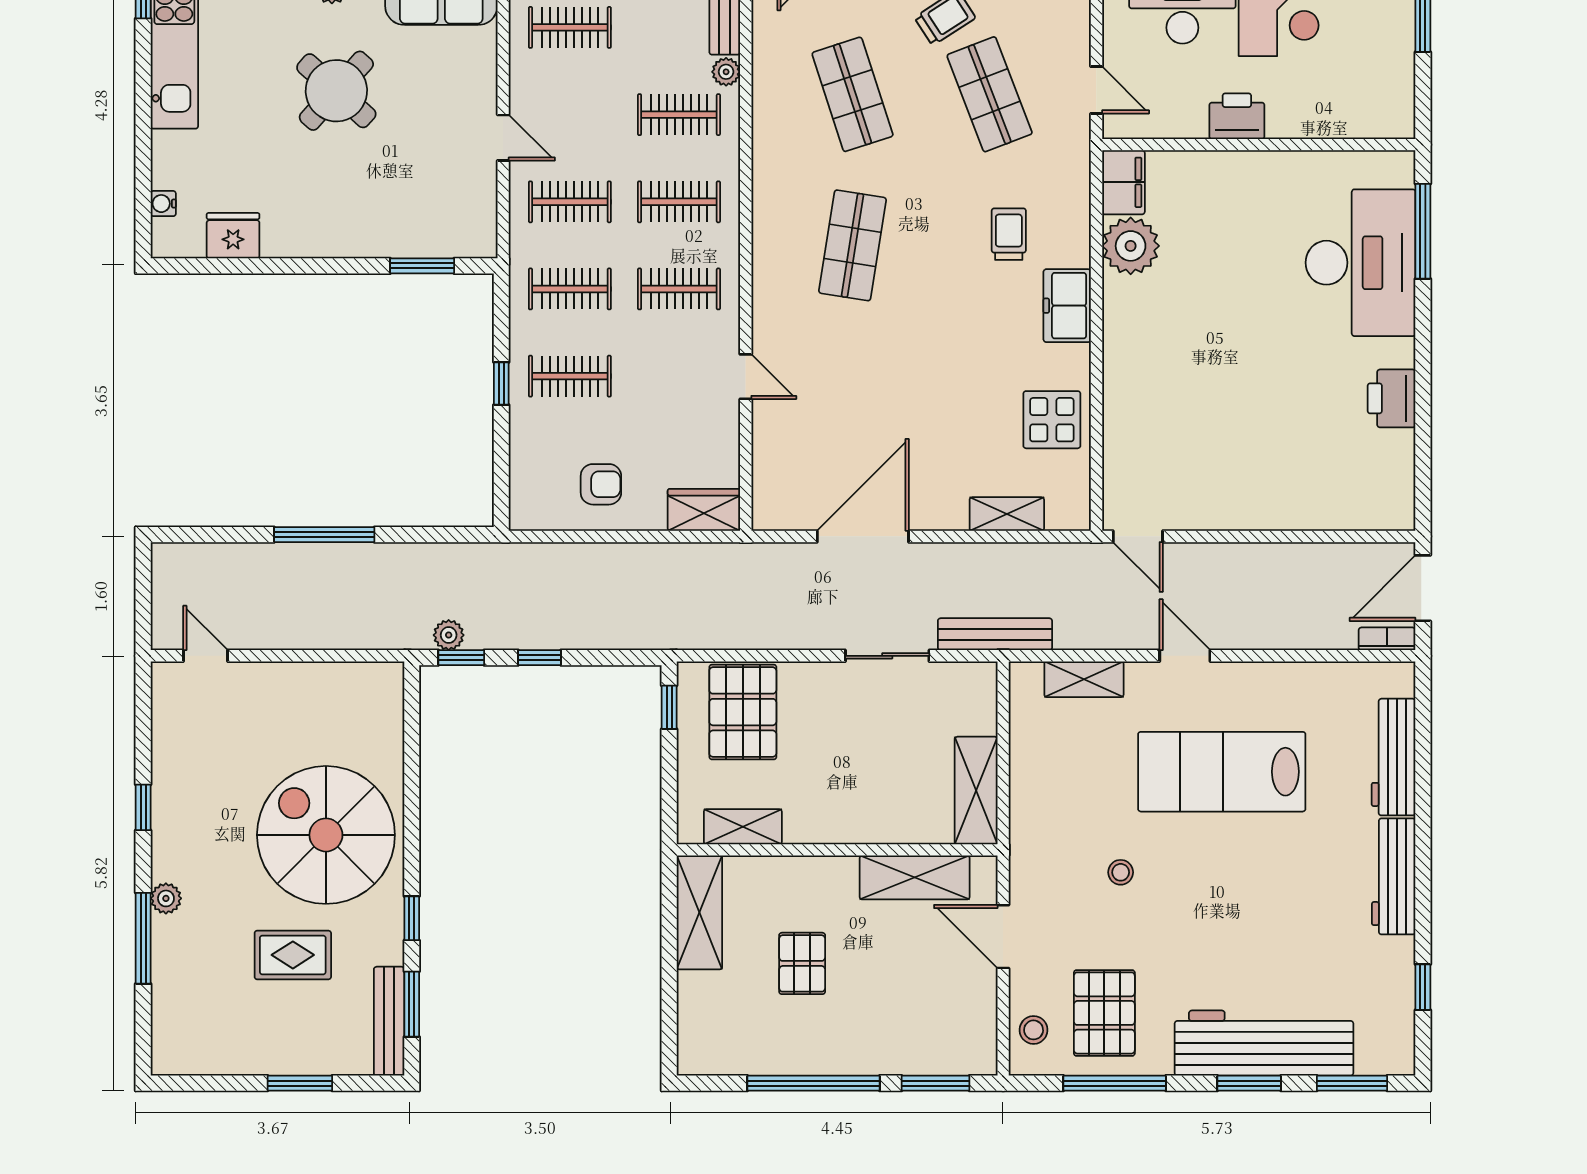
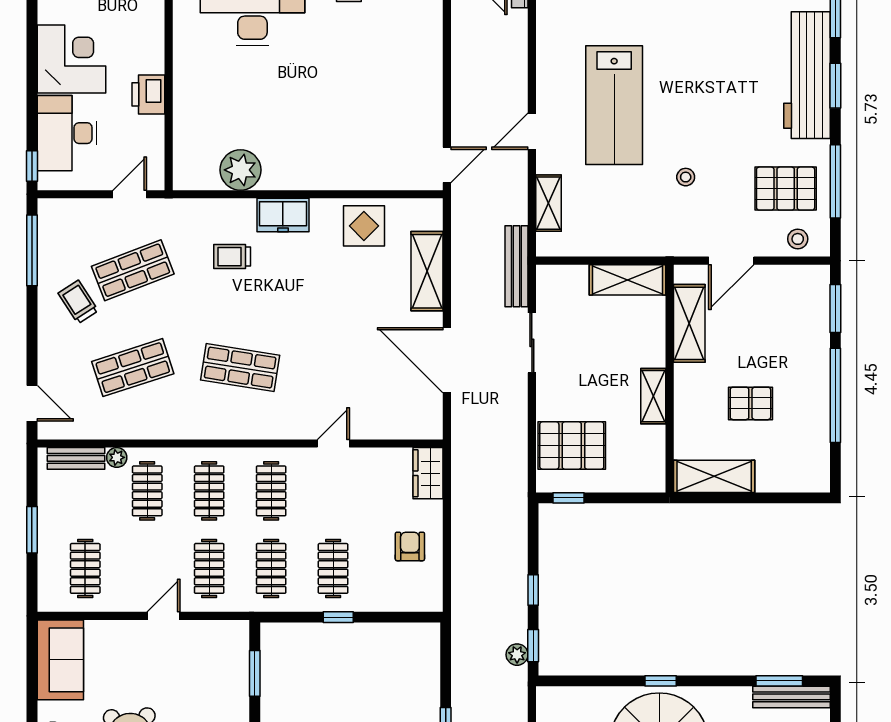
filing cabinet: (1123, 182) -> (195, 175), removed
shelving: (1007, 514) -> (427, 271), width x1.50, depth x1.33
shelving: (743, 827) -> (653, 396), moved
window: (412, 918) -> (661, 681), moved

